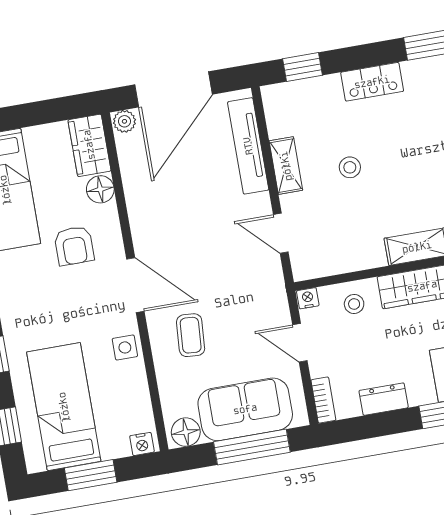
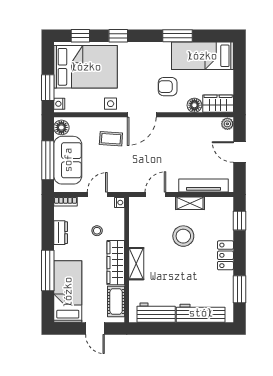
door: (174, 89) -> (239, 152), width x0.53
stool: (350, 167) -> (183, 236), width x1.89, depth x1.89
stool: (354, 304) -> (97, 231), moved
bed: (64, 407) -> (86, 67), width x1.50
window: (91, 475) -> (48, 88), moved

